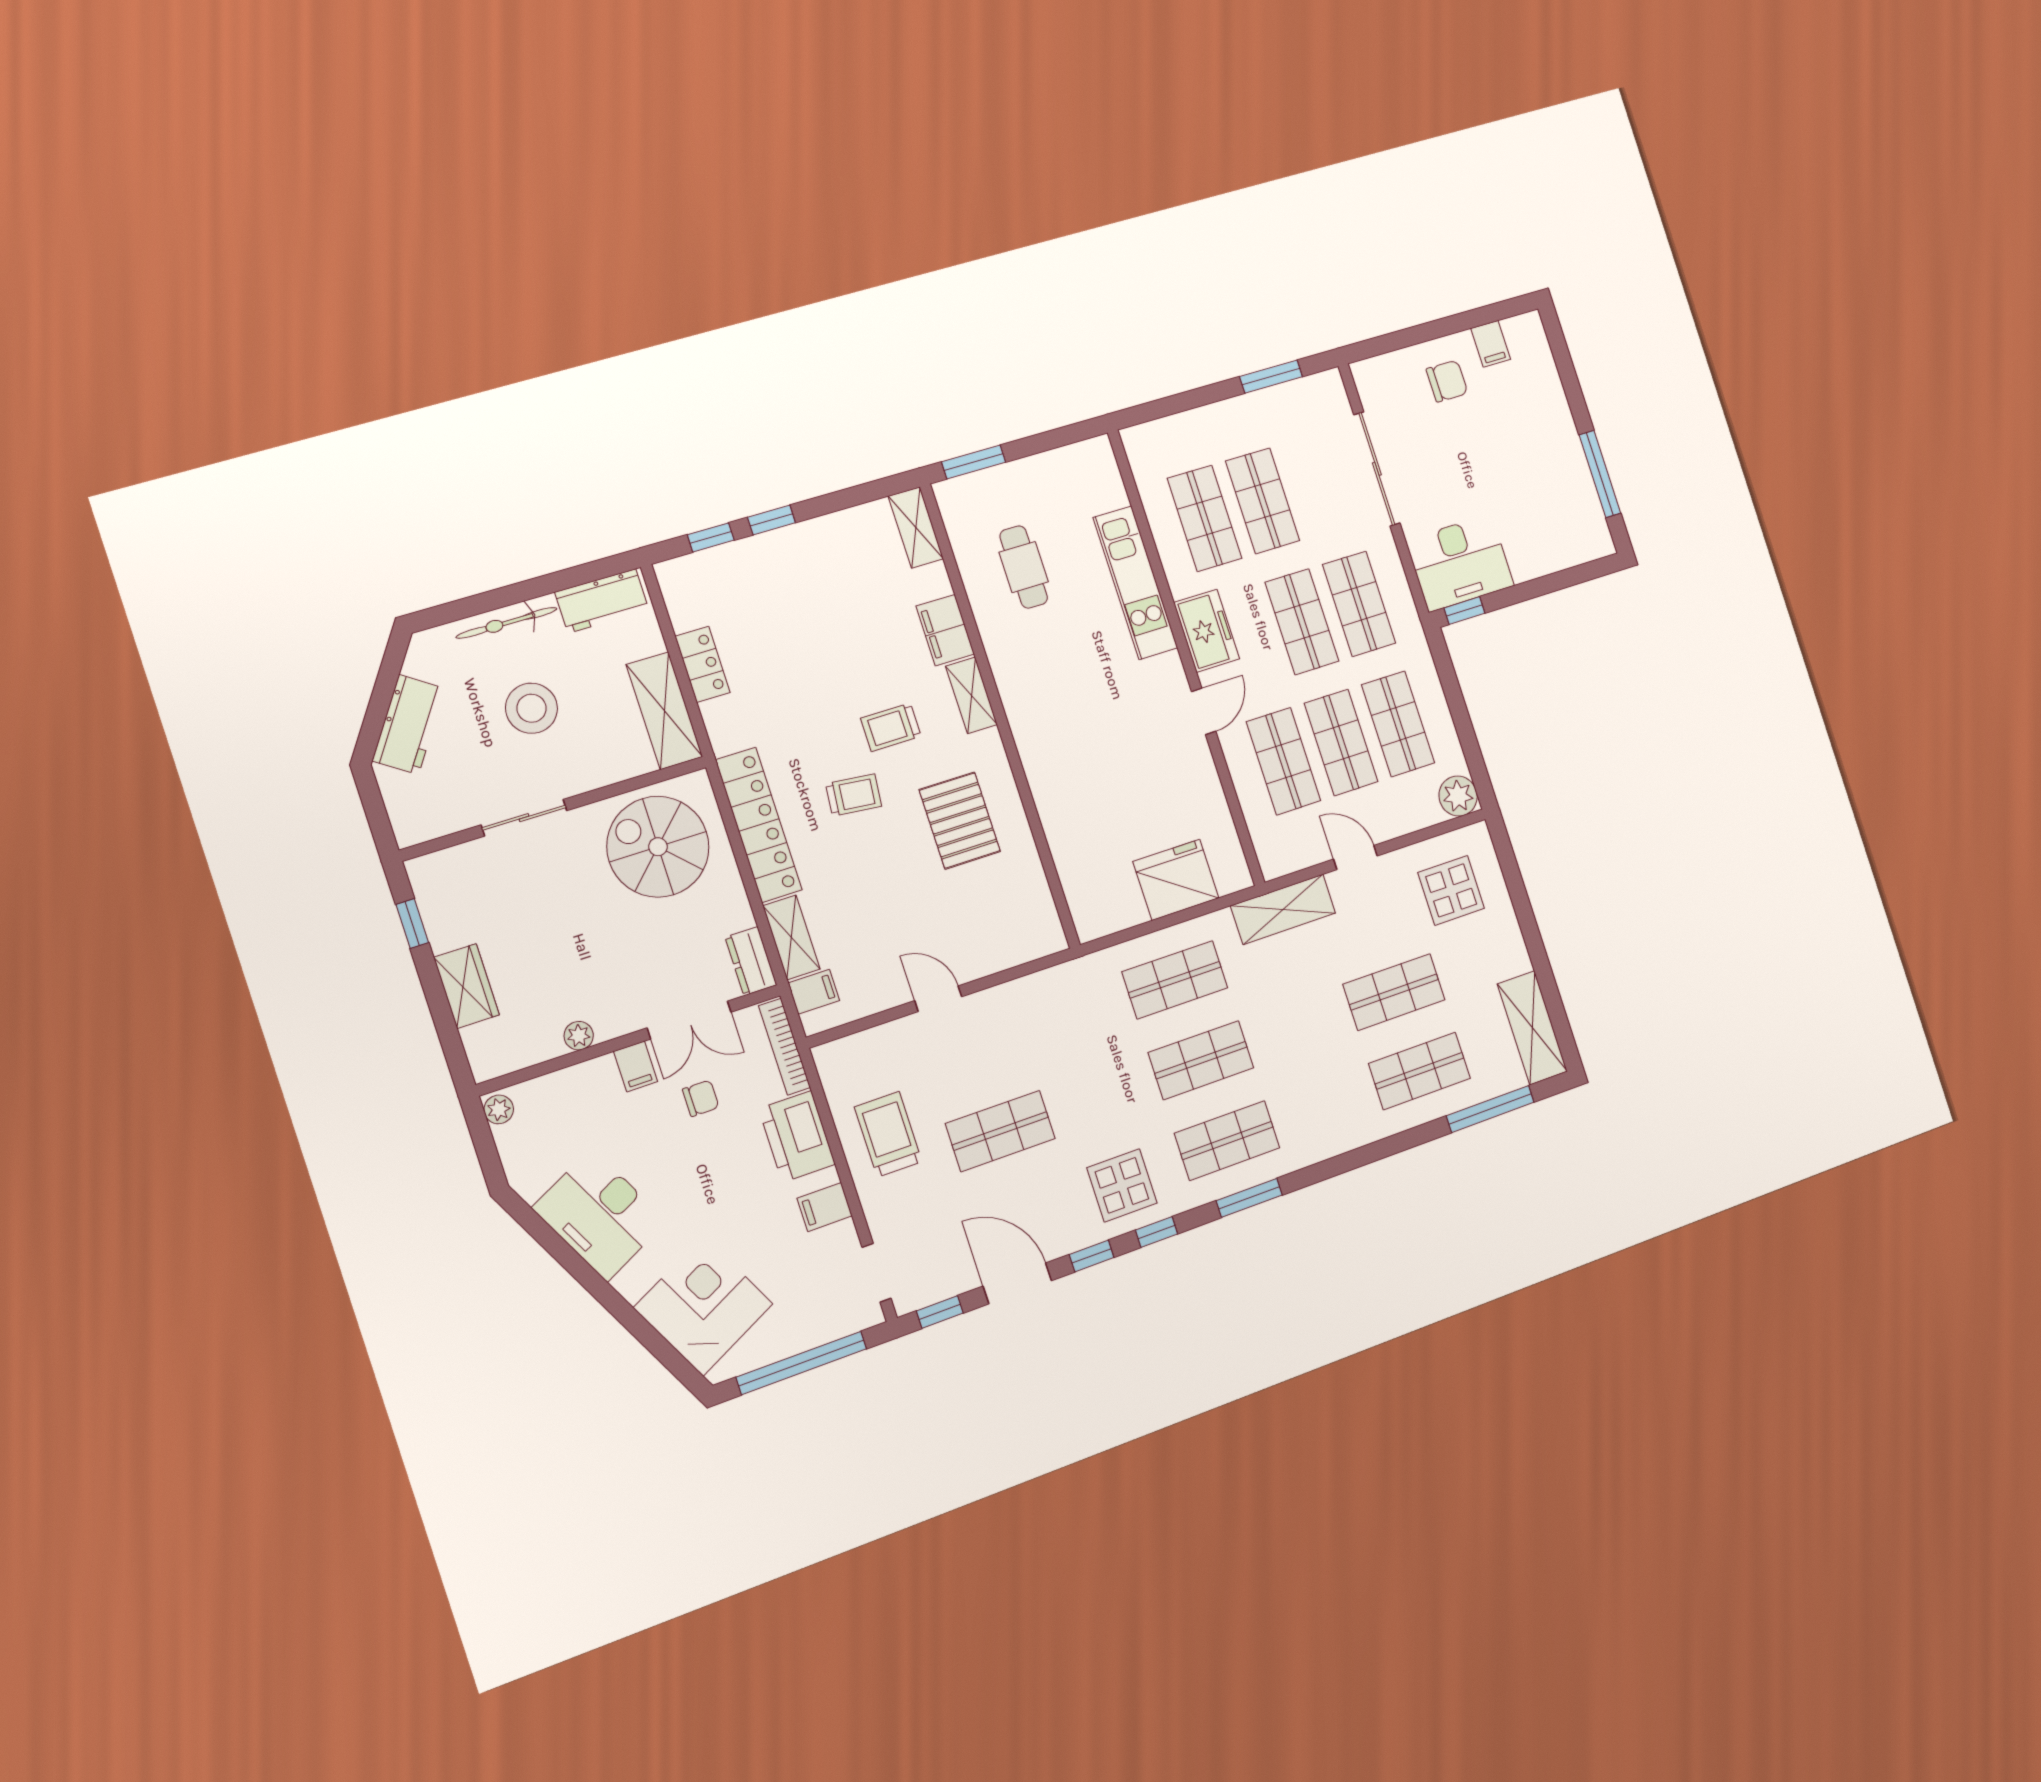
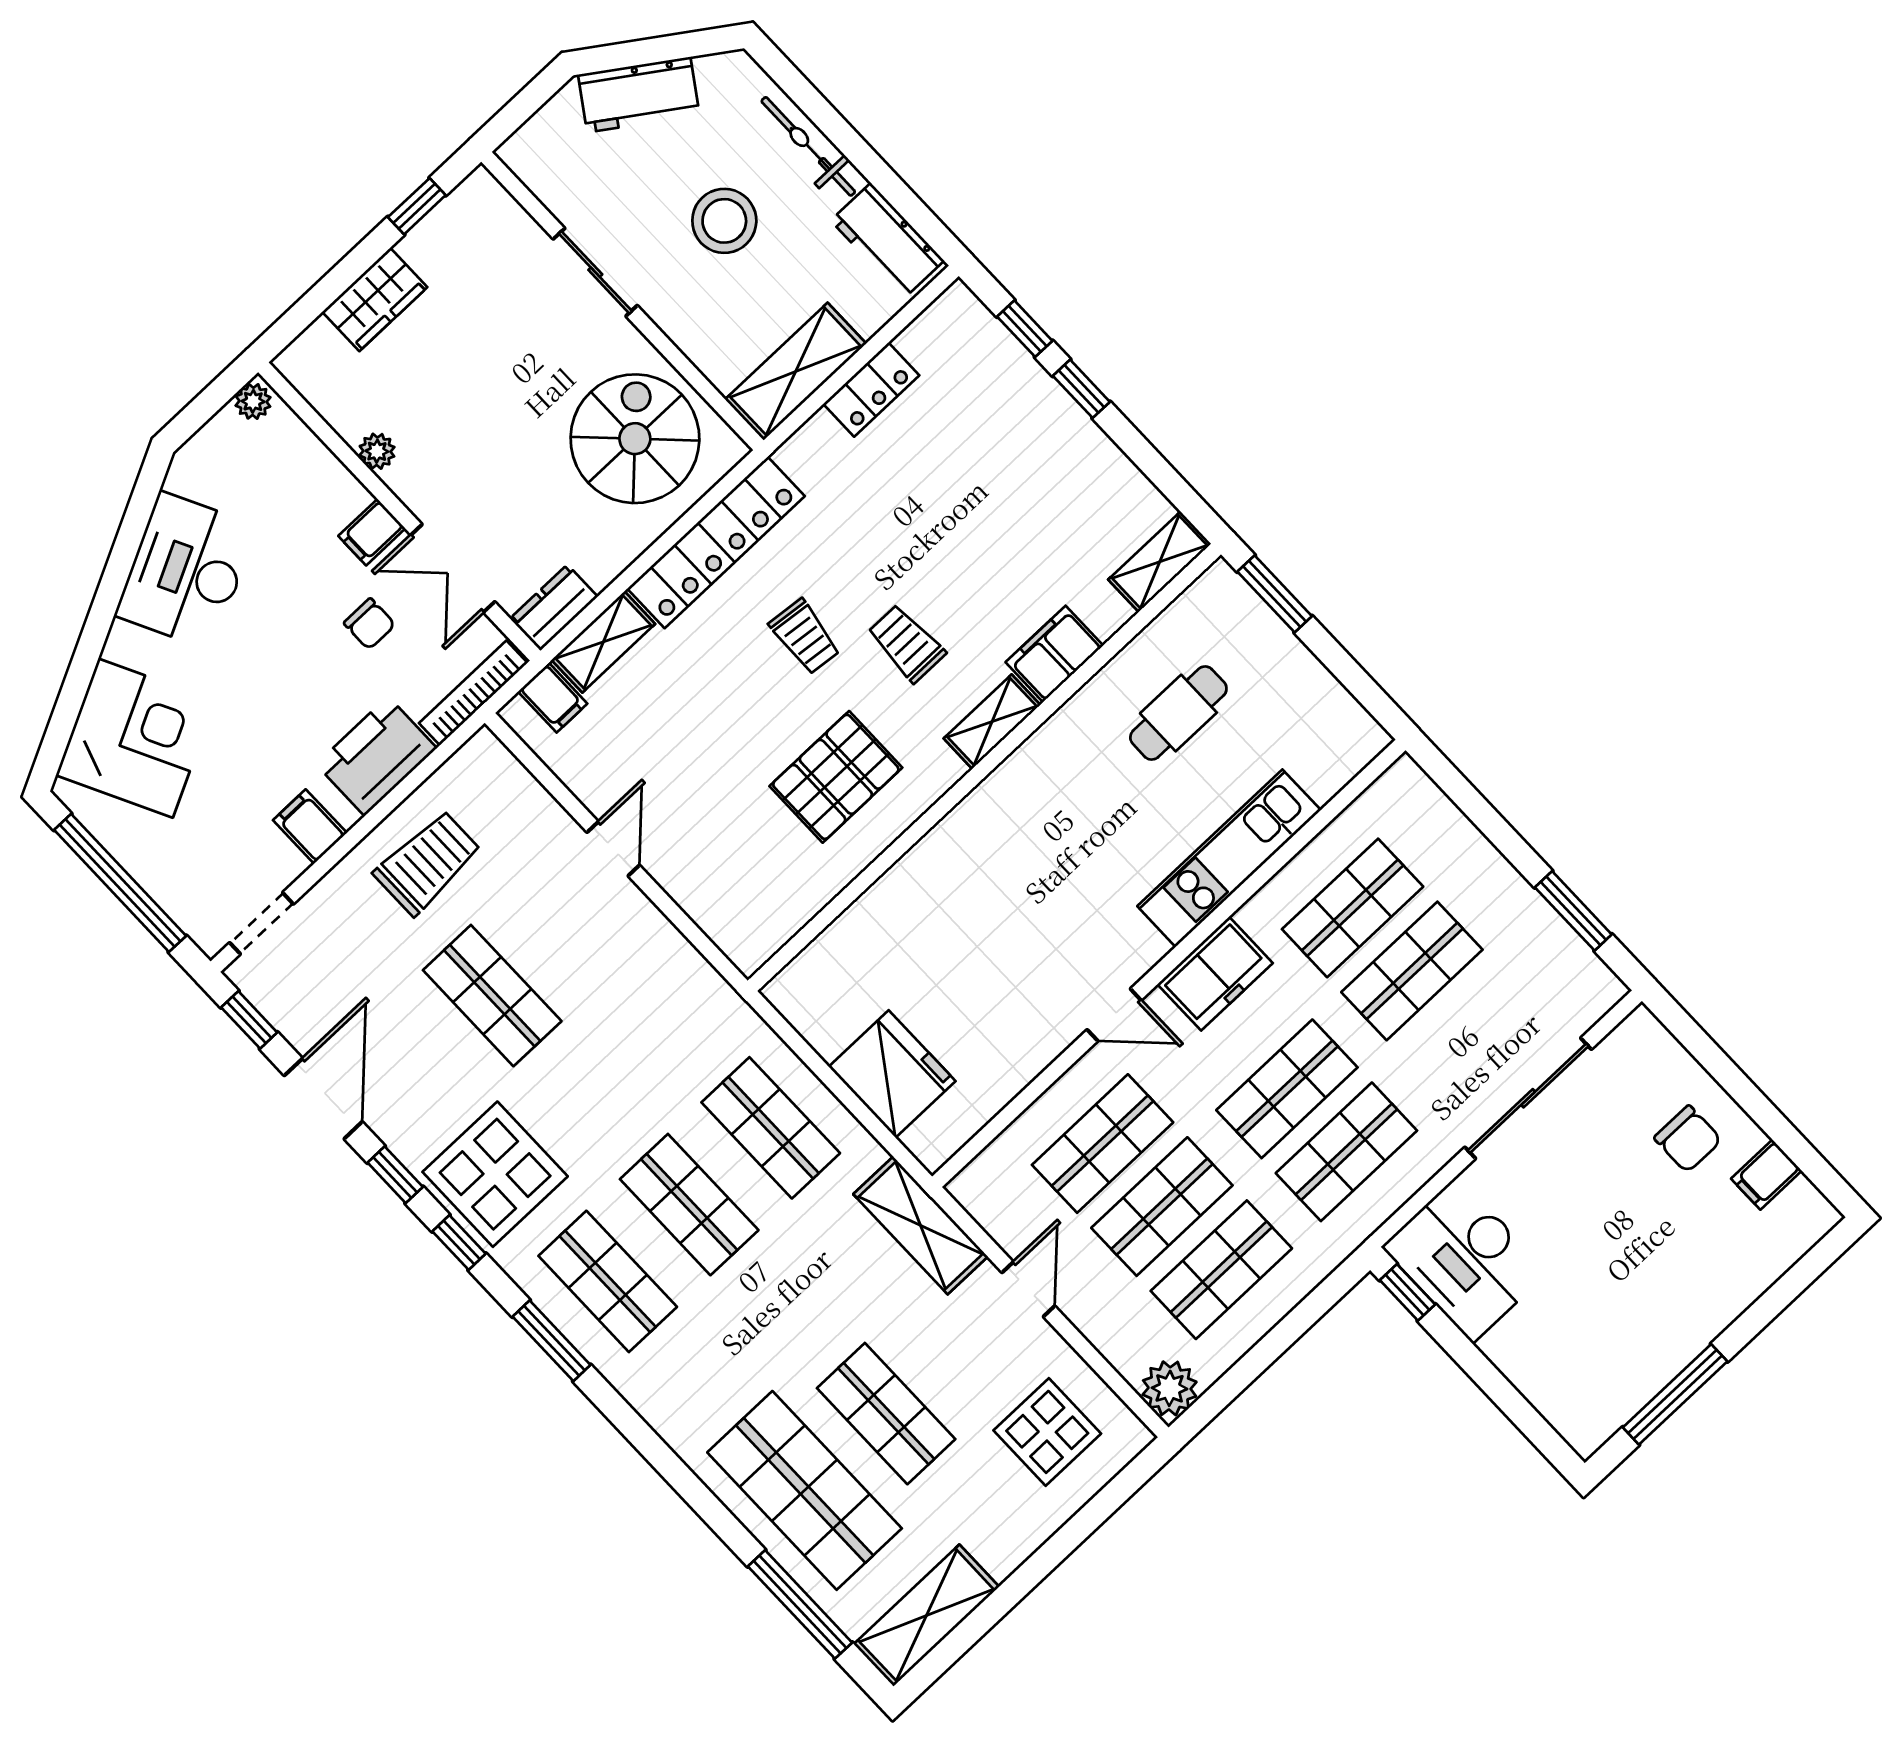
shop shelf: (1420, 1071) -> (805, 1490), width x1.43, depth x1.36
display table: (1122, 1185) -> (495, 1174), width x1.36, depth x1.36

